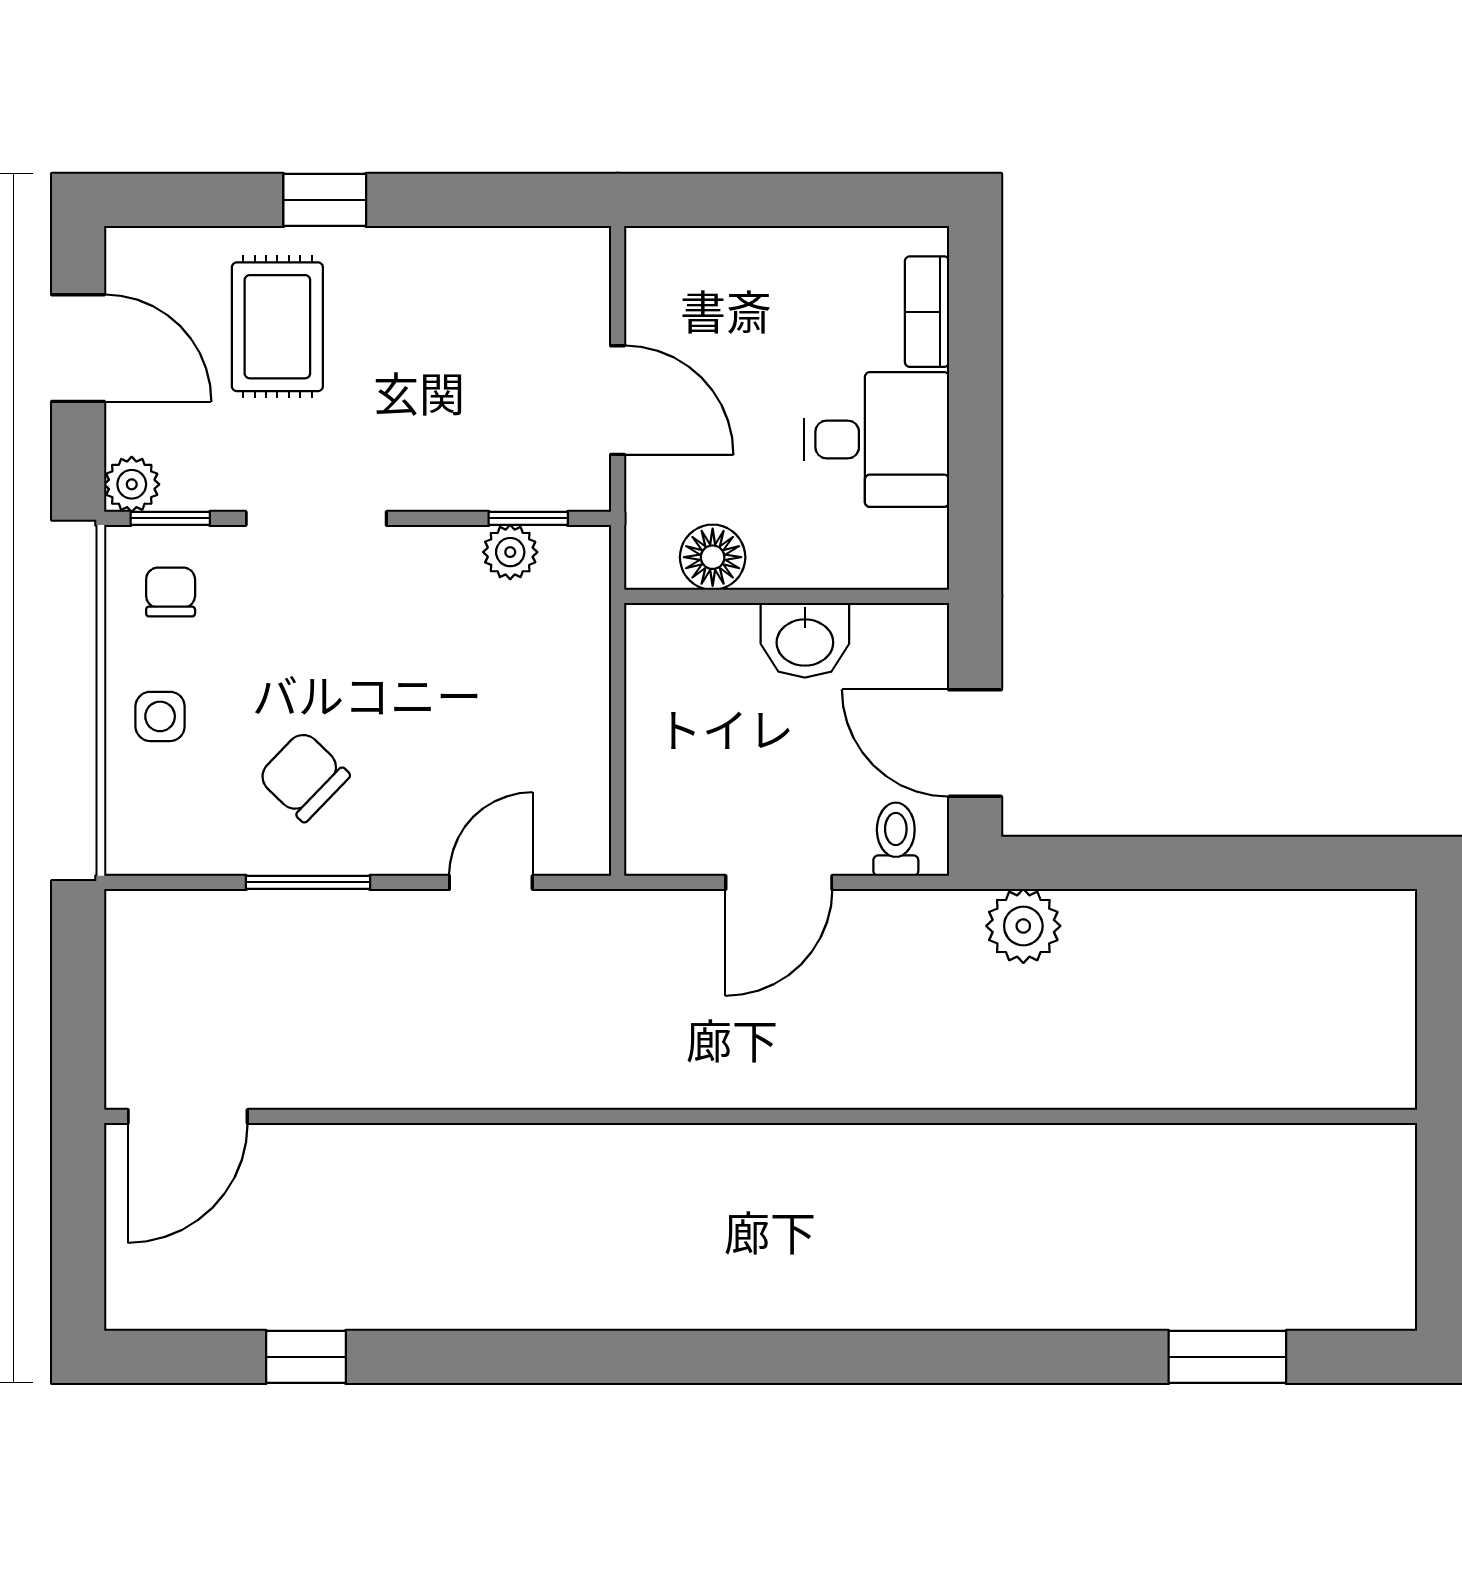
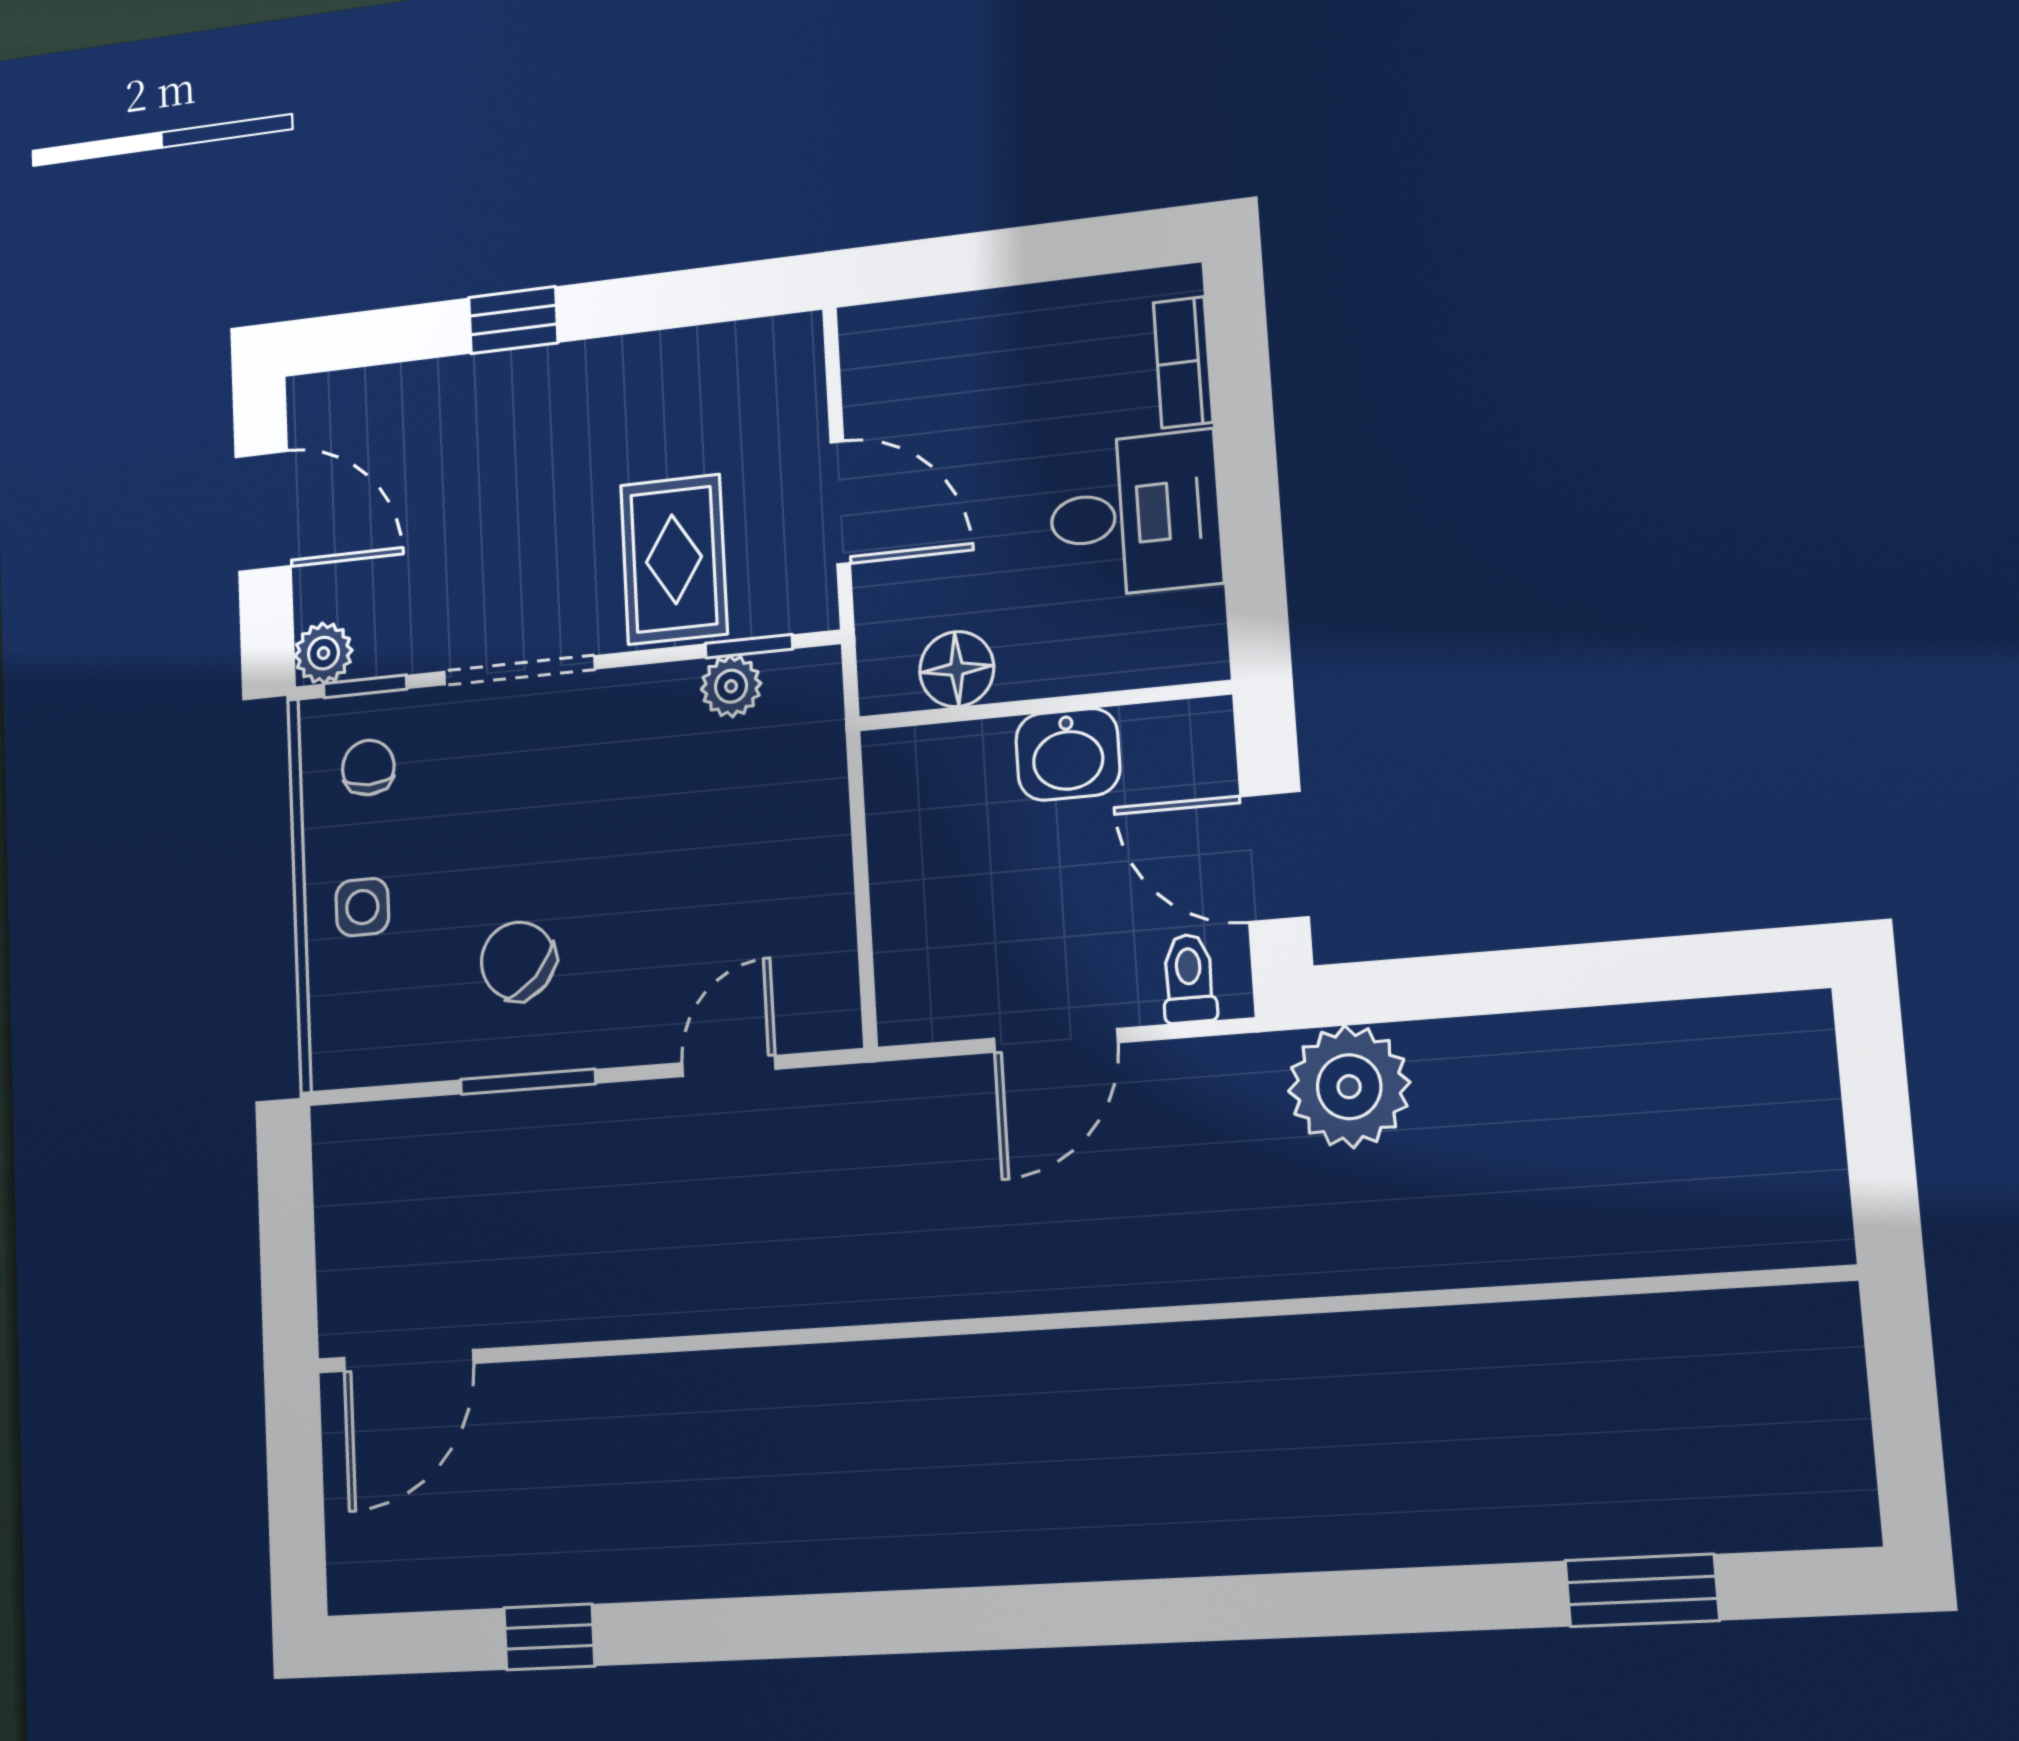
rug: (277, 327) -> (674, 559), moved
plant: (1023, 926) -> (1349, 1087), width x1.36, depth x1.36

